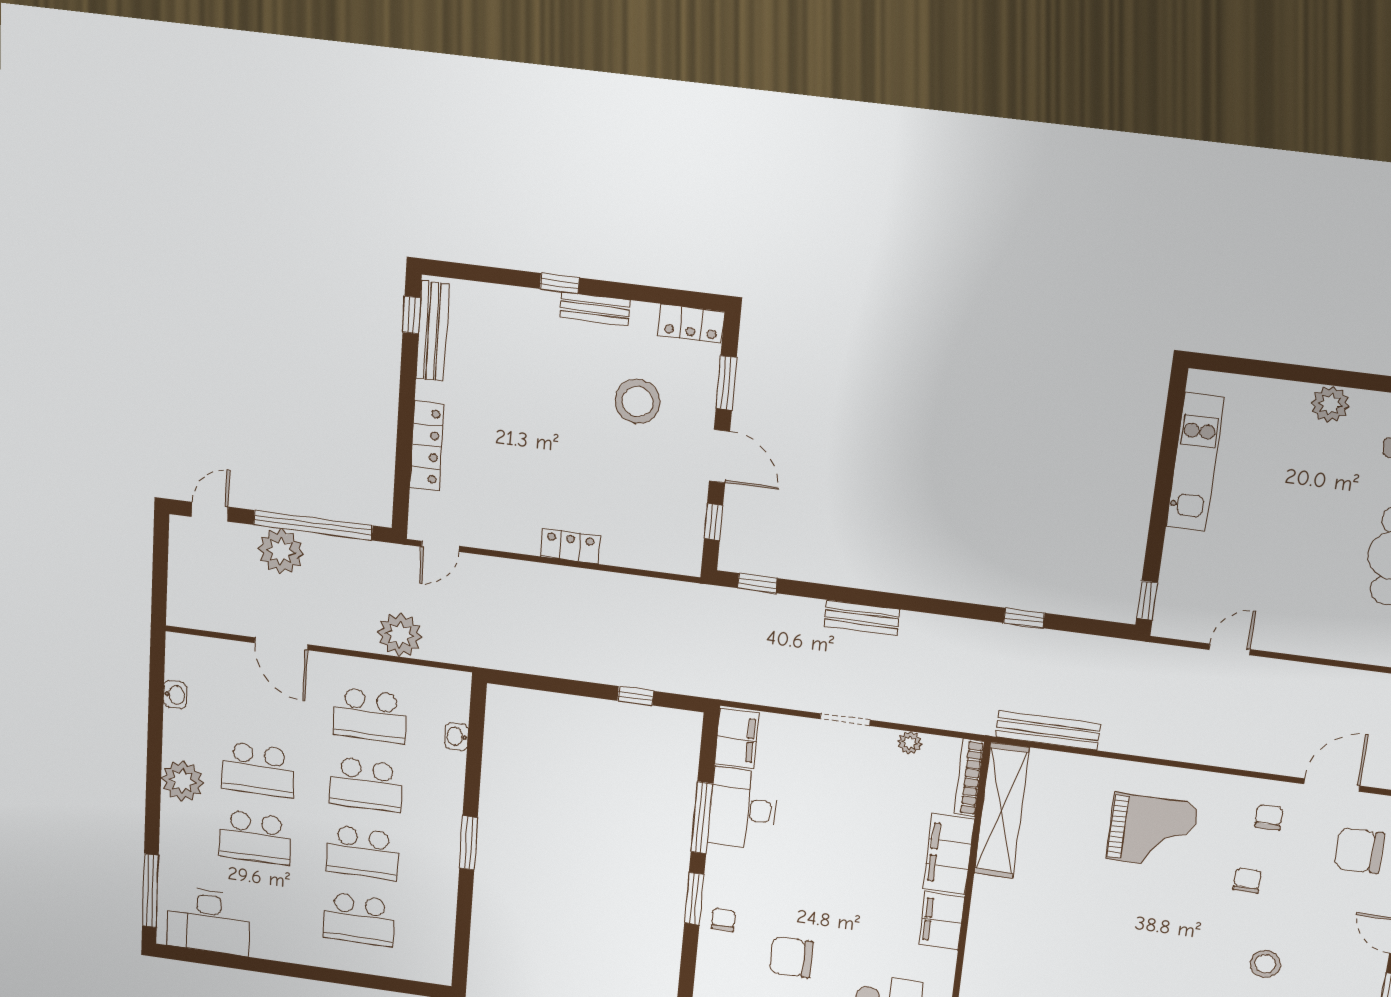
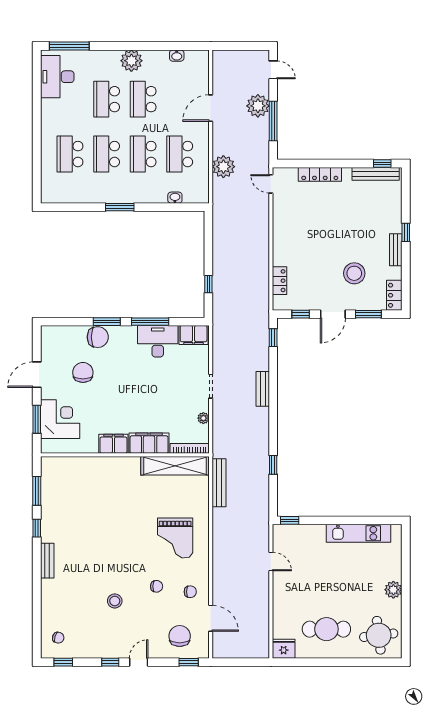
window: (313, 525) -> (273, 121), width x0.68
locker: (570, 546) -> (280, 281), moved
chair: (723, 920) -> (98, 337), width x1.87, depth x1.87

